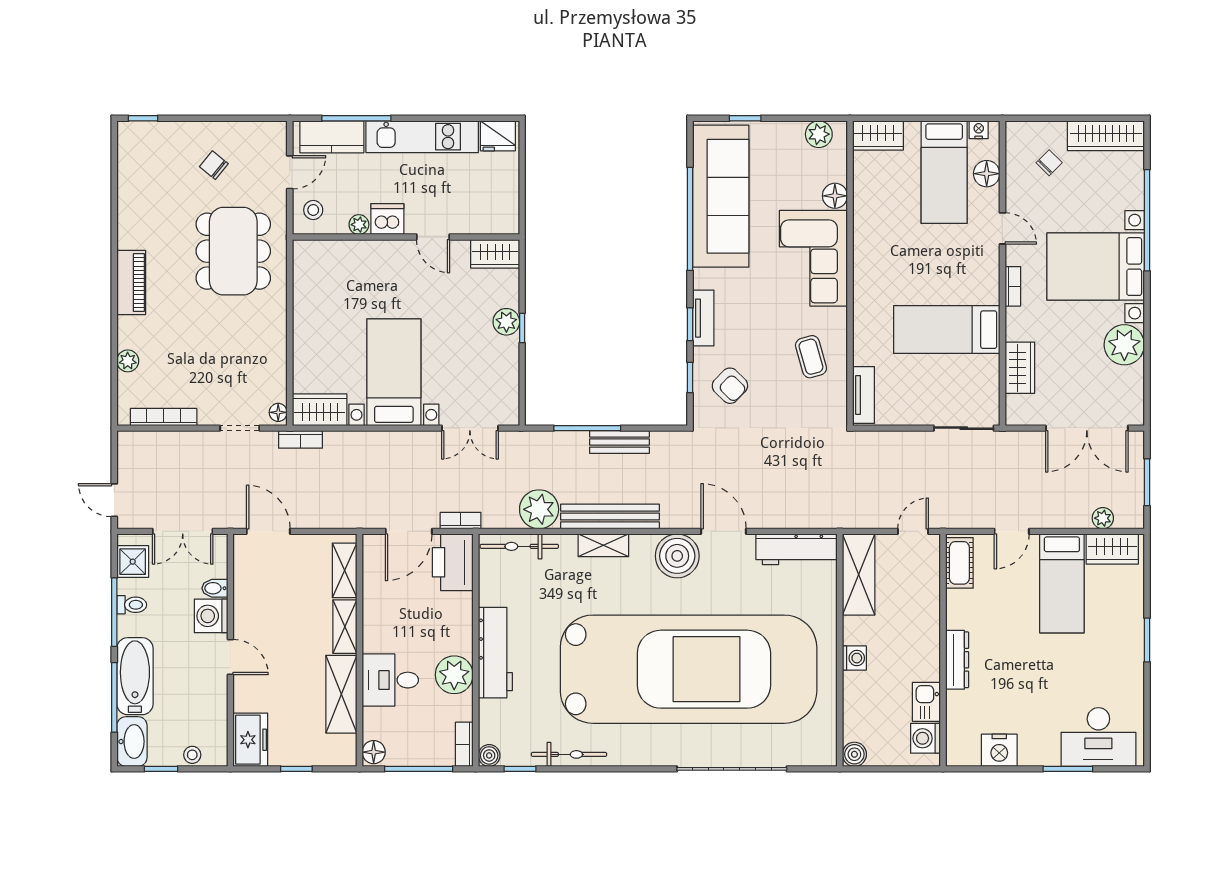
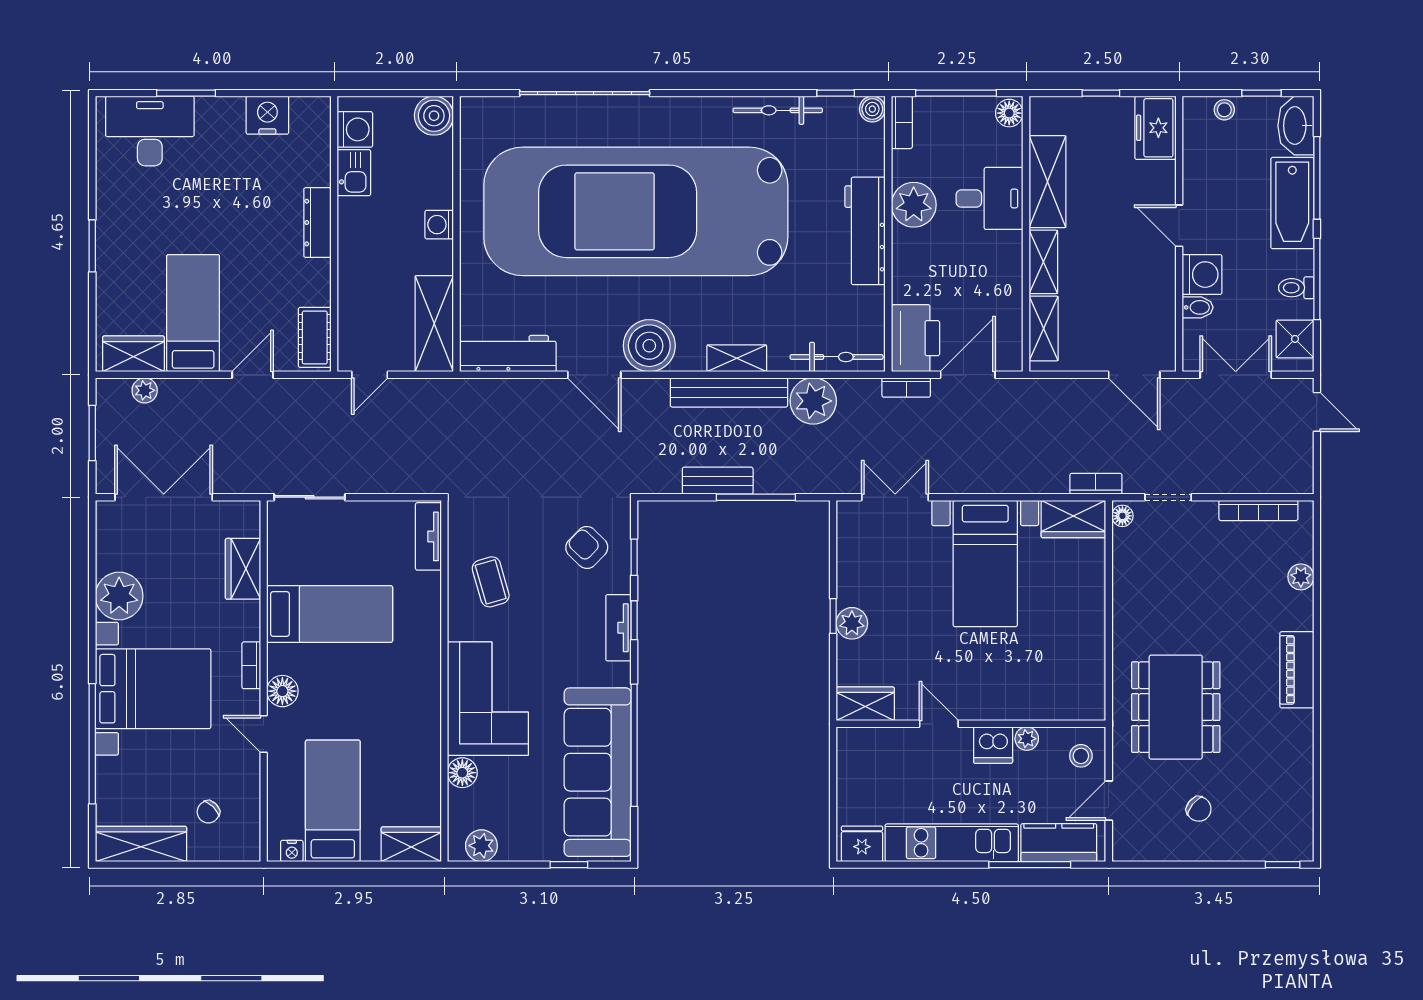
floor lamp: (987, 174) -> (282, 691), moved
boiler: (854, 754) -> (434, 116), width x1.36, depth x1.36

